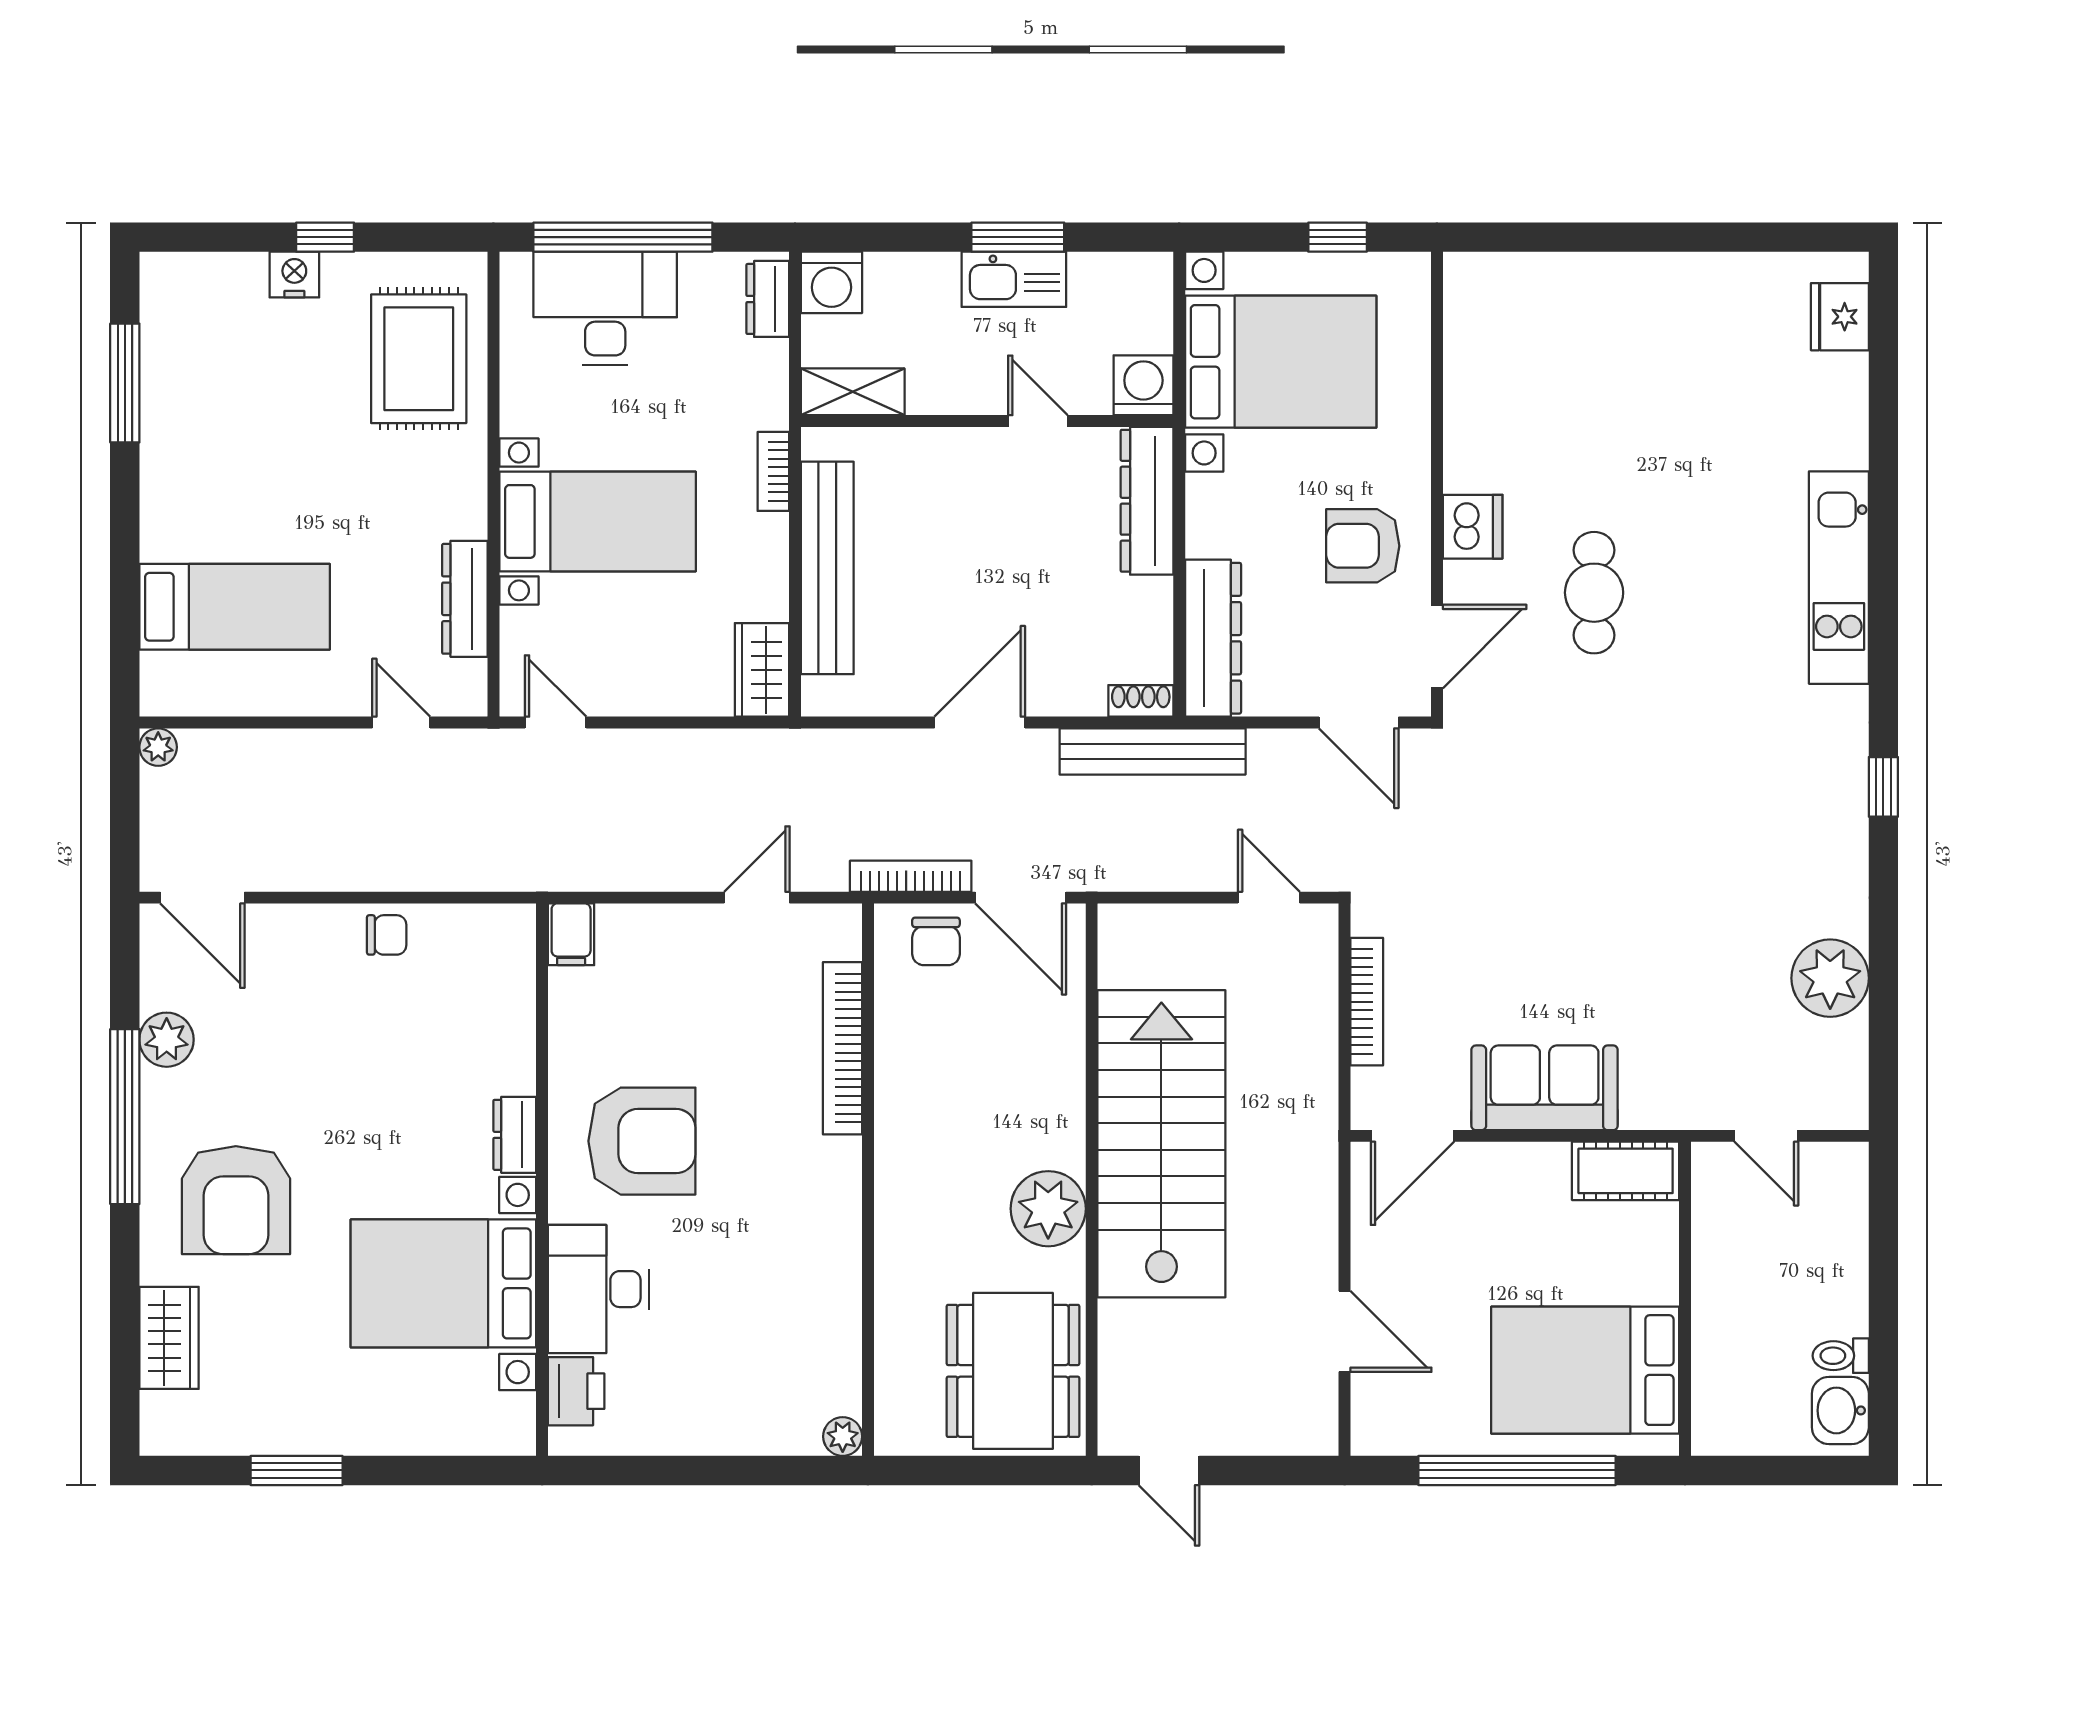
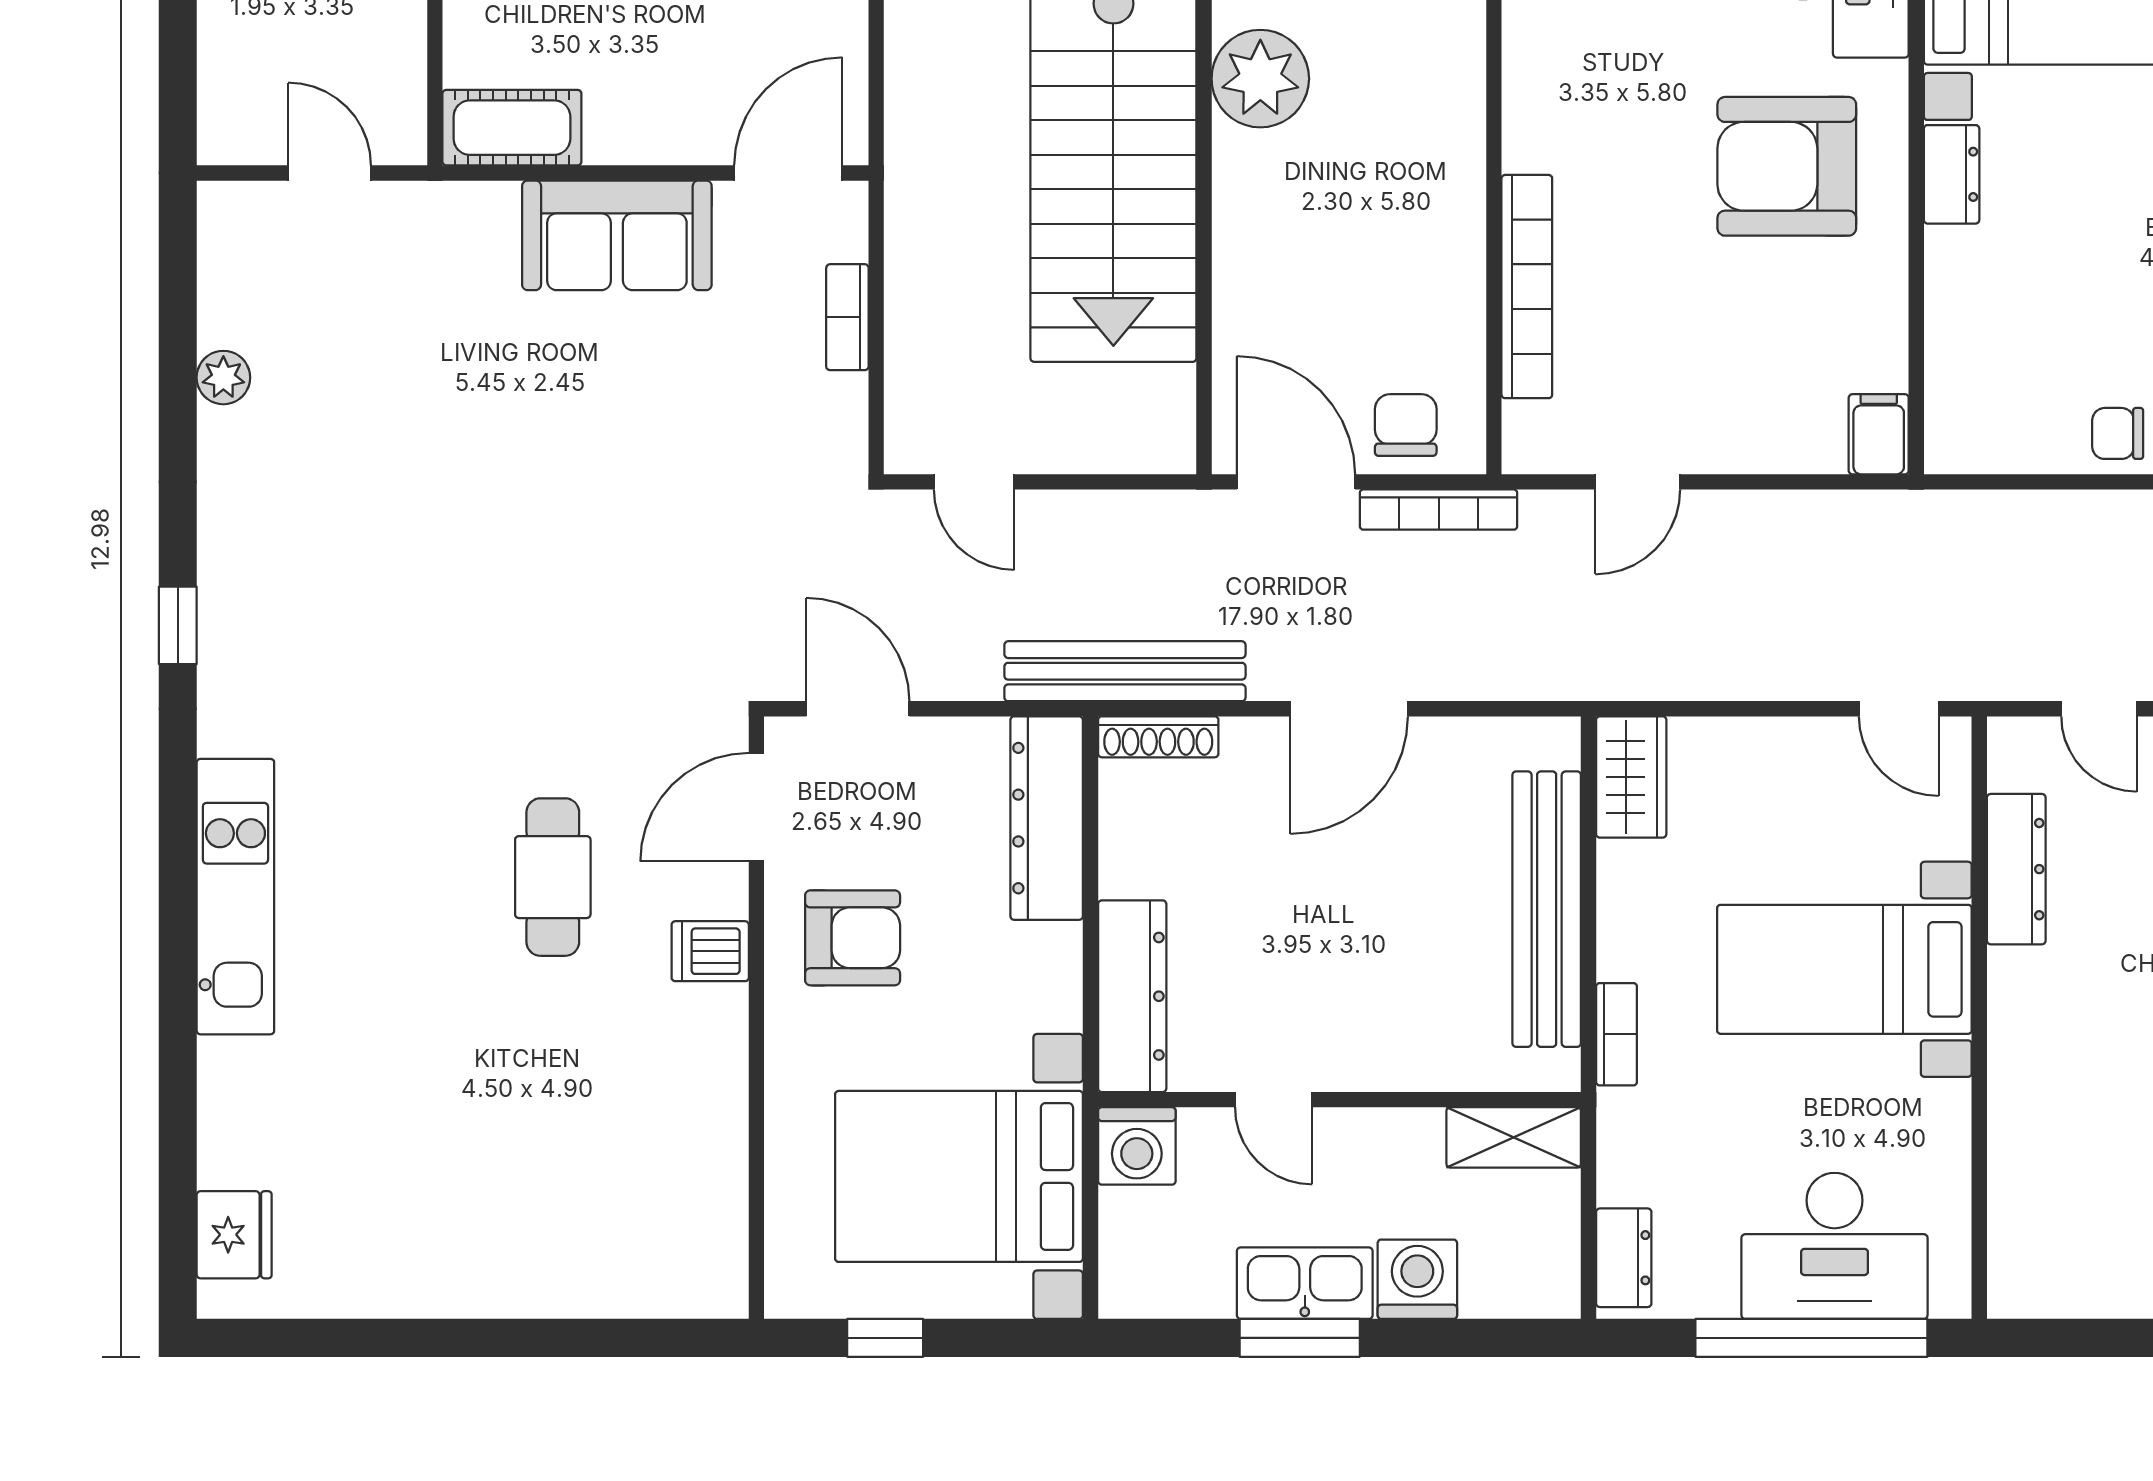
washing machine: (831, 282) -> (1417, 1279), moved
rug: (419, 359) -> (2076, 1180), removed
dishwasher: (1473, 527) -> (710, 951), width x0.73
shoe rack: (1141, 701) -> (1158, 737), width x1.43
plant: (1830, 978) -> (223, 378), width x0.53, depth x0.53
bookcase: (1367, 1002) -> (847, 317), width x0.64

